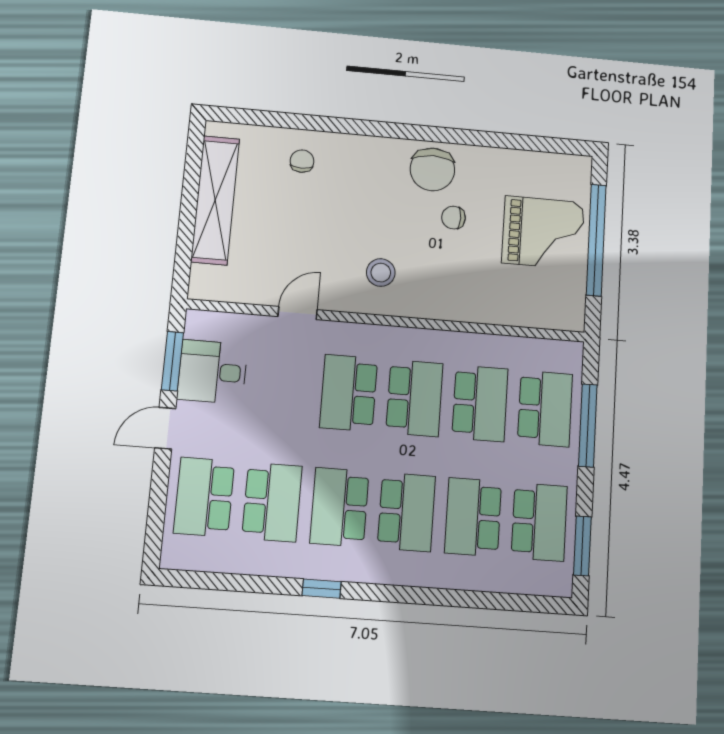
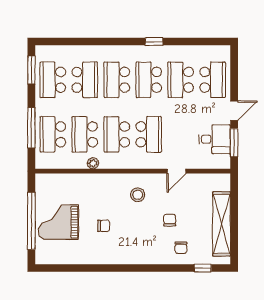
window: (262, 118) -> (203, 268), added
chair: (432, 169) -> (170, 220), moved, width x0.54, depth x0.54
plant: (467, 343) -> (93, 163), added
school desk: (340, 507) -> (149, 80), turned 180

